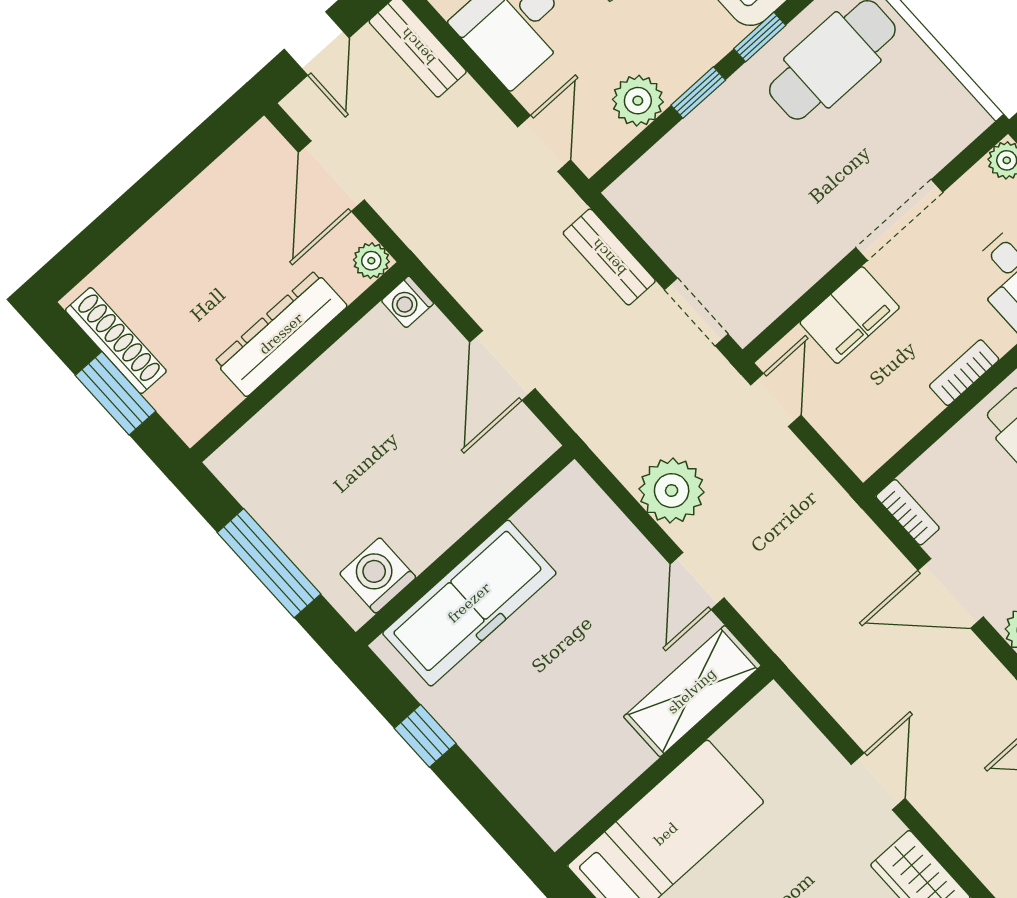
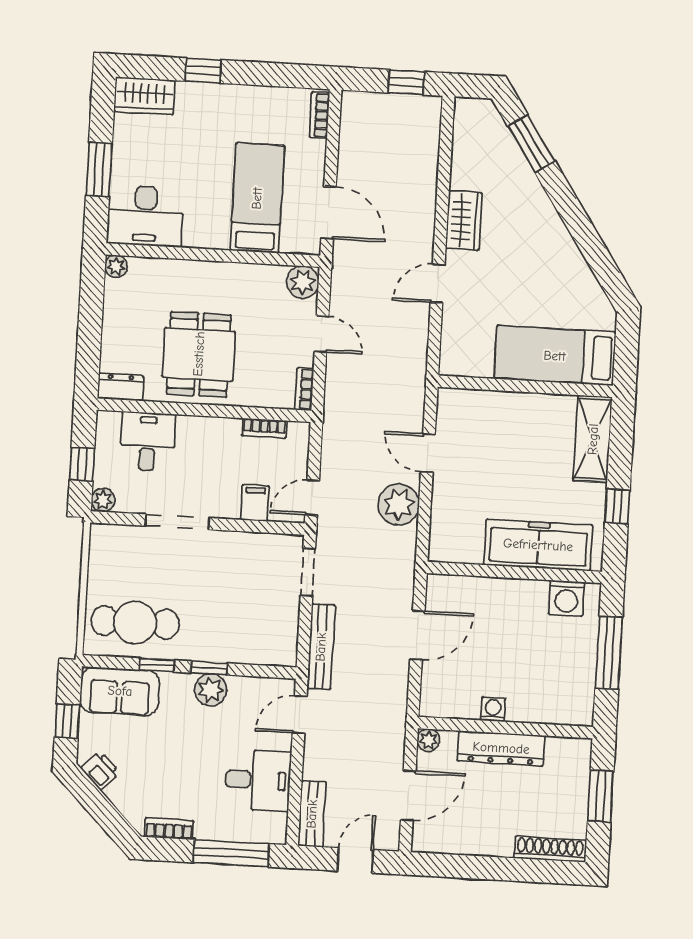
plant: (638, 101) -> (211, 690), moved
bench: (609, 257) -> (321, 647), width x1.36
washing machine: (407, 302) -> (493, 709), moved, turned -90
filing cabinet: (850, 315) -> (255, 503), width x0.50
shoe rack: (116, 341) -> (550, 849), moved, turned 90
bookcase: (964, 373) -> (264, 428), moved
door: (697, 581) -> (428, 453), swing flipped
door: (951, 593) -> (322, 334), width x0.73
shelving: (692, 691) -> (593, 439), moved, turned 90

